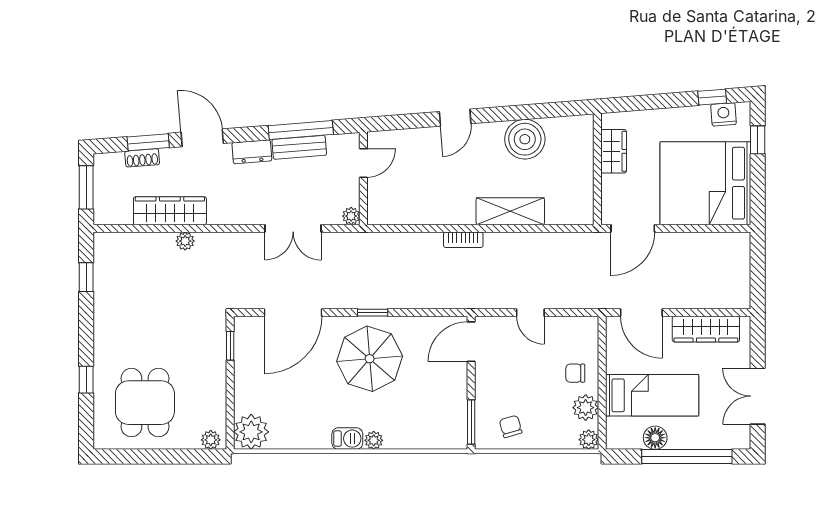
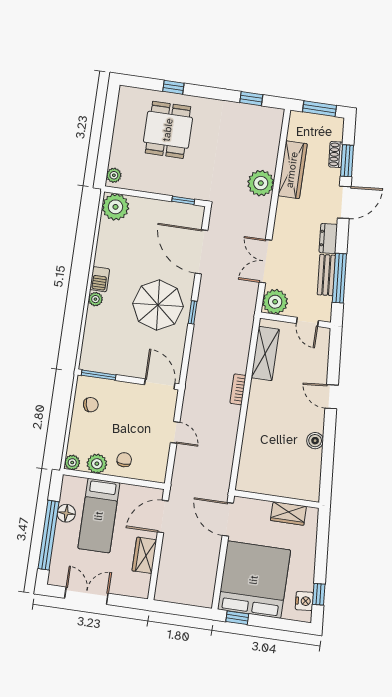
boiler: (525, 139) -> (315, 441), width x0.54, depth x0.54
window: (758, 140) -> (237, 618), moved
shelving: (510, 211) -> (265, 354), moved
plant: (351, 216) -> (275, 302), width x1.88, depth x1.88
plant: (185, 241) -> (261, 183), width x1.88, depth x1.88
door: (530, 313) -> (175, 432), swing flipped
wardrobe: (706, 329) -> (144, 555), width x0.67
dining table: (145, 403) -> (168, 130), moved, turned 90

